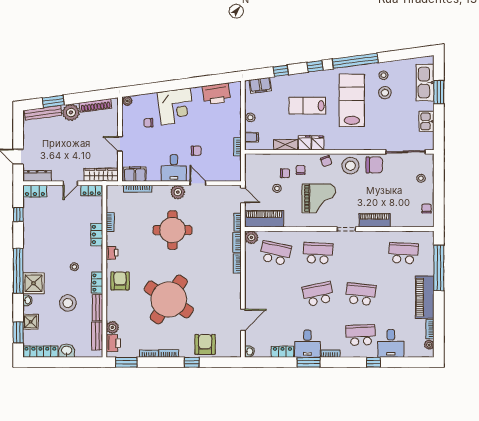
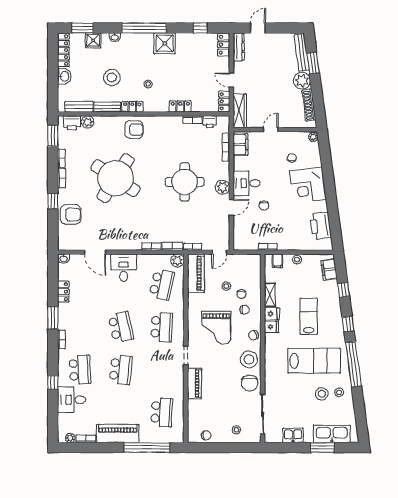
printer: (112, 253) -> (210, 122), moved
shower: (34, 283) -> (165, 43), moved
desk: (307, 344) -> (124, 268), moved, turned 90

